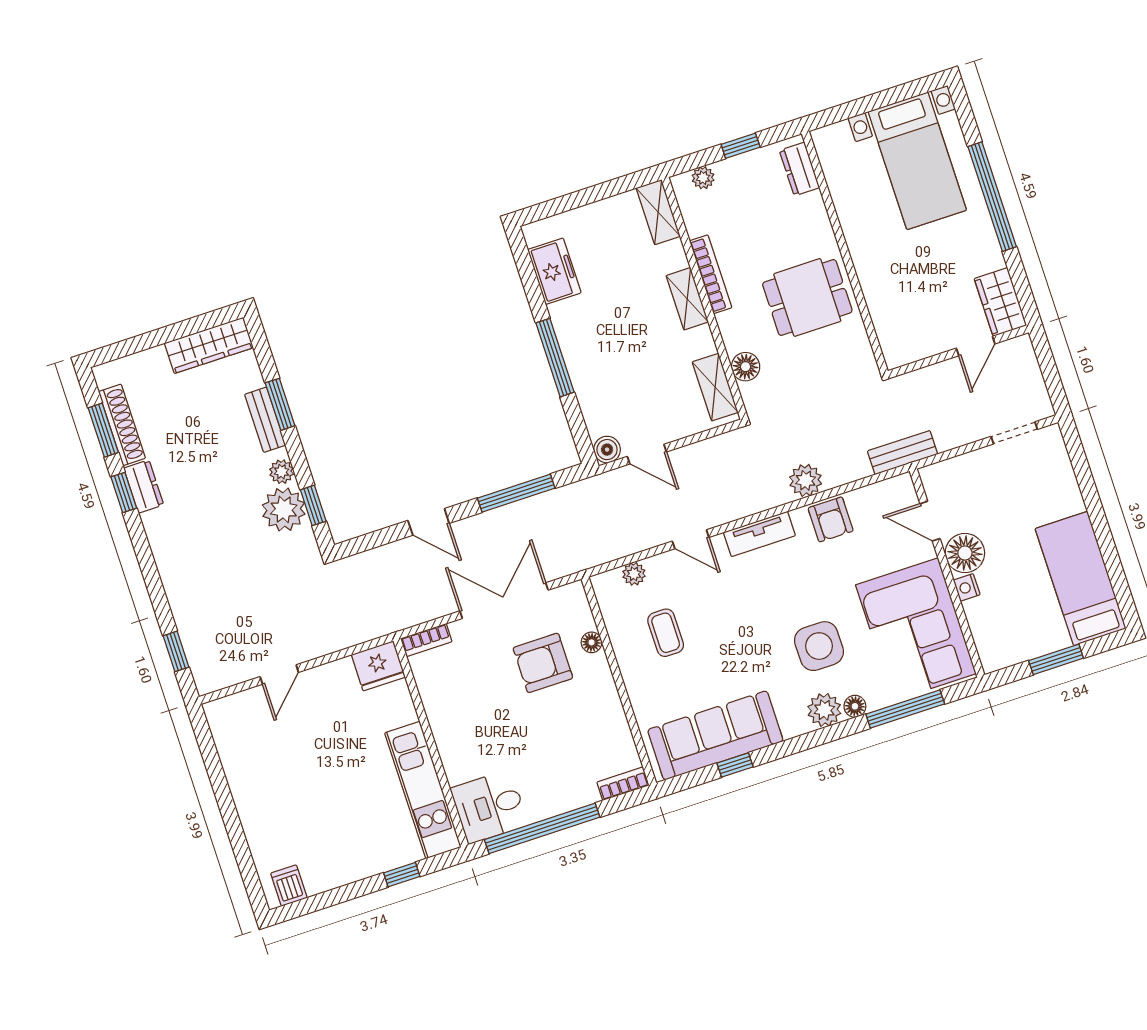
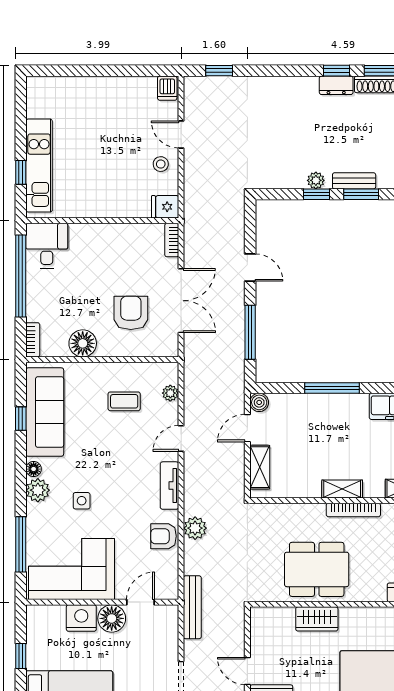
wardrobe: (874, 275) -> (317, 619), added
dining table: (807, 297) -> (317, 569), width x1.38
floor lamp: (746, 367) -> (284, 513), removed
shelving: (715, 387) -> (260, 467), moved, turned 90
bench: (902, 453) -> (192, 607), width x1.36
window: (313, 505) -> (317, 194), moved
plant: (284, 510) -> (290, 174), removed
door: (429, 522) -> (250, 267), swing flipped
nightstand: (967, 587) -> (81, 618), width x1.89, depth x1.79
floor lamp: (592, 642) -> (83, 343), moved, width x1.89, depth x1.89
side table: (819, 646) -> (82, 501), width x0.54, depth x0.54
window: (1056, 659) -> (21, 656), width x0.67
fridge: (378, 666) -> (165, 207), width x0.72
stool: (328, 689) -> (161, 164), added
floor lamp: (855, 706) -> (34, 469), moved
kitchen unit: (423, 790) -> (39, 166), moved, turned 90
dishwasher: (289, 885) -> (167, 88), moved, turned 90

